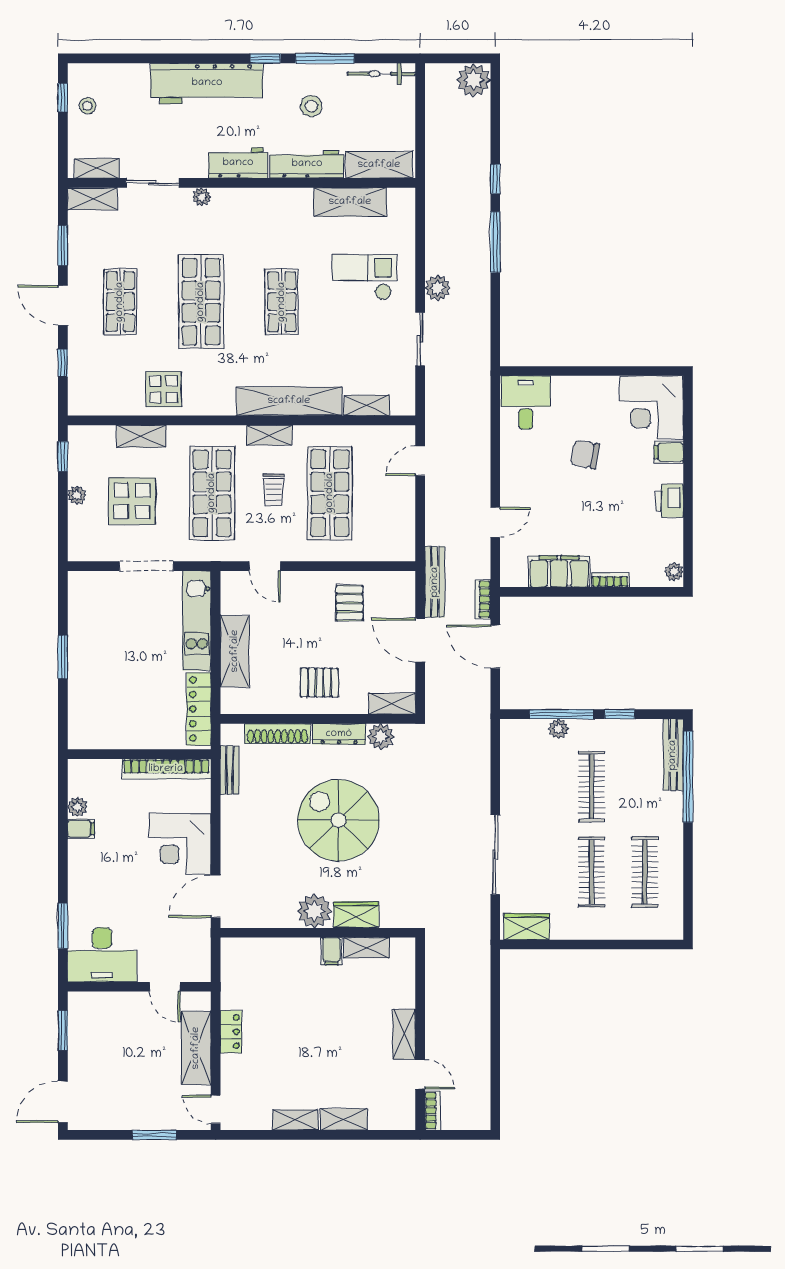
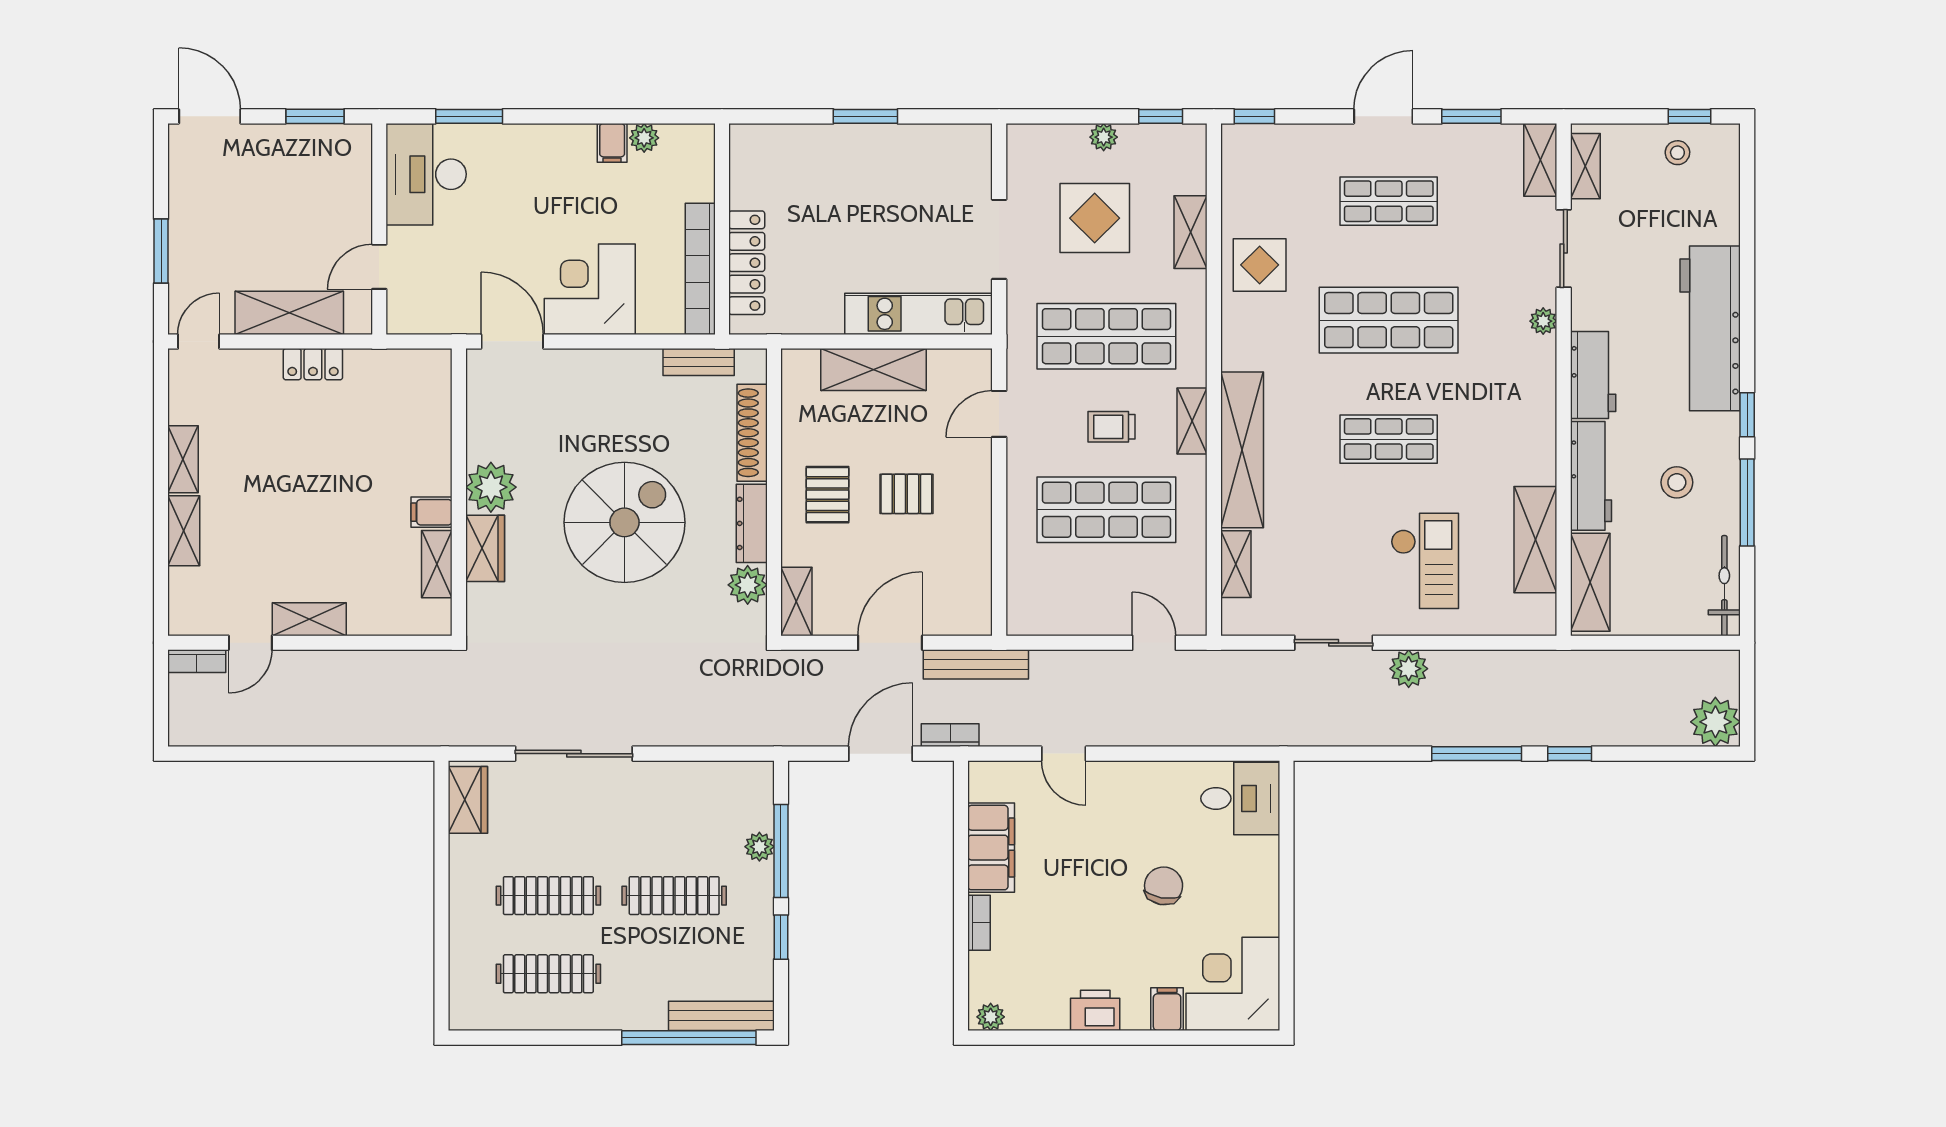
window: (63, 363) -> (1254, 116), moved
pallet: (350, 603) -> (906, 494), moved
locker: (199, 709) -> (747, 263), moved, turned 90

